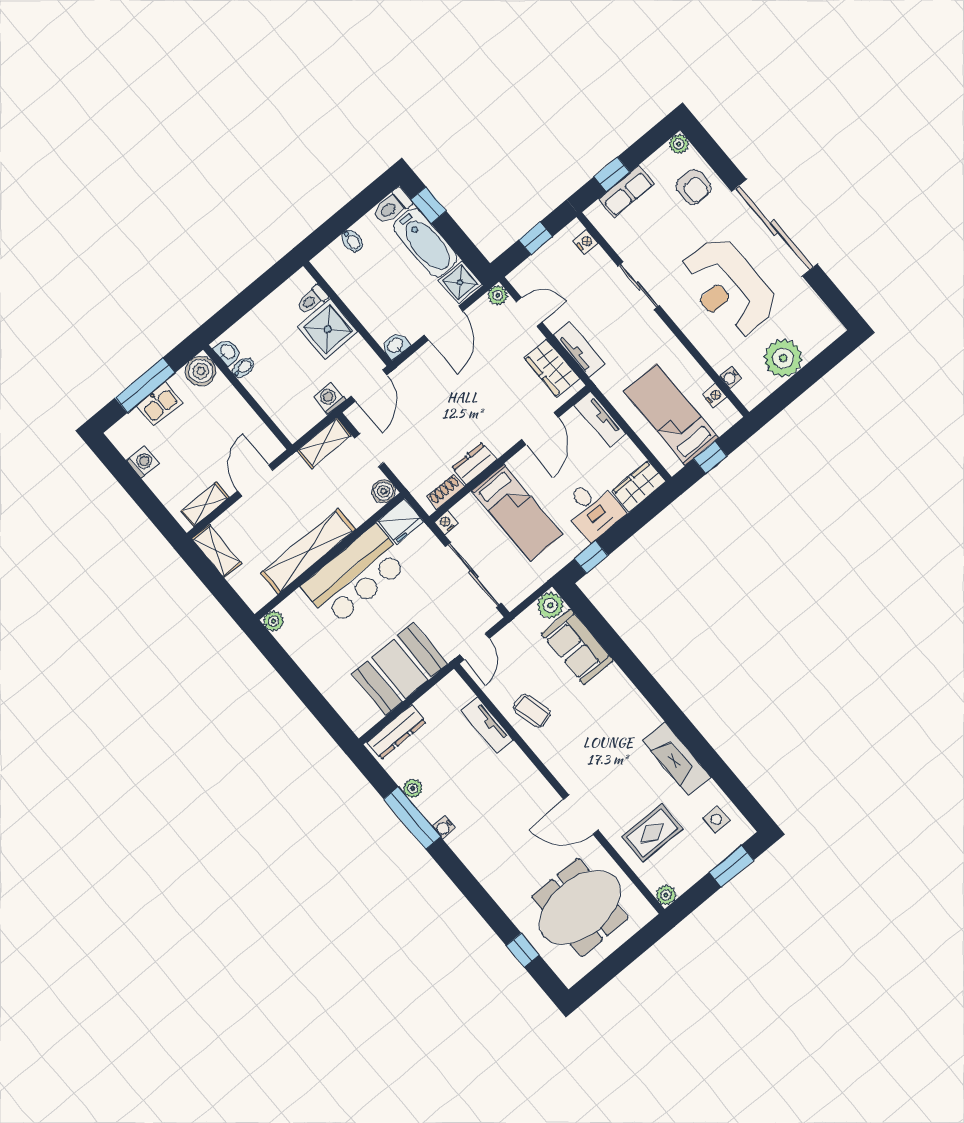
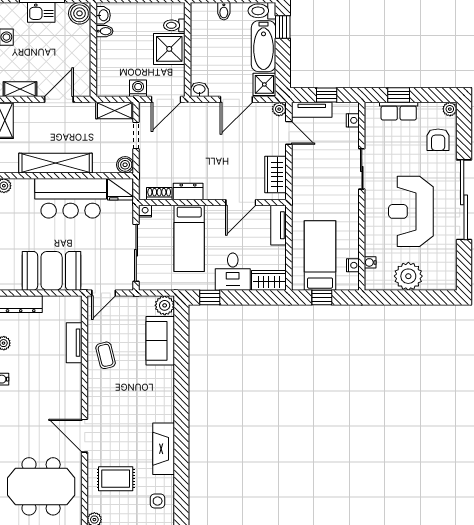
tv unit: (579, 350) -> (312, 110), moved, turned 90

